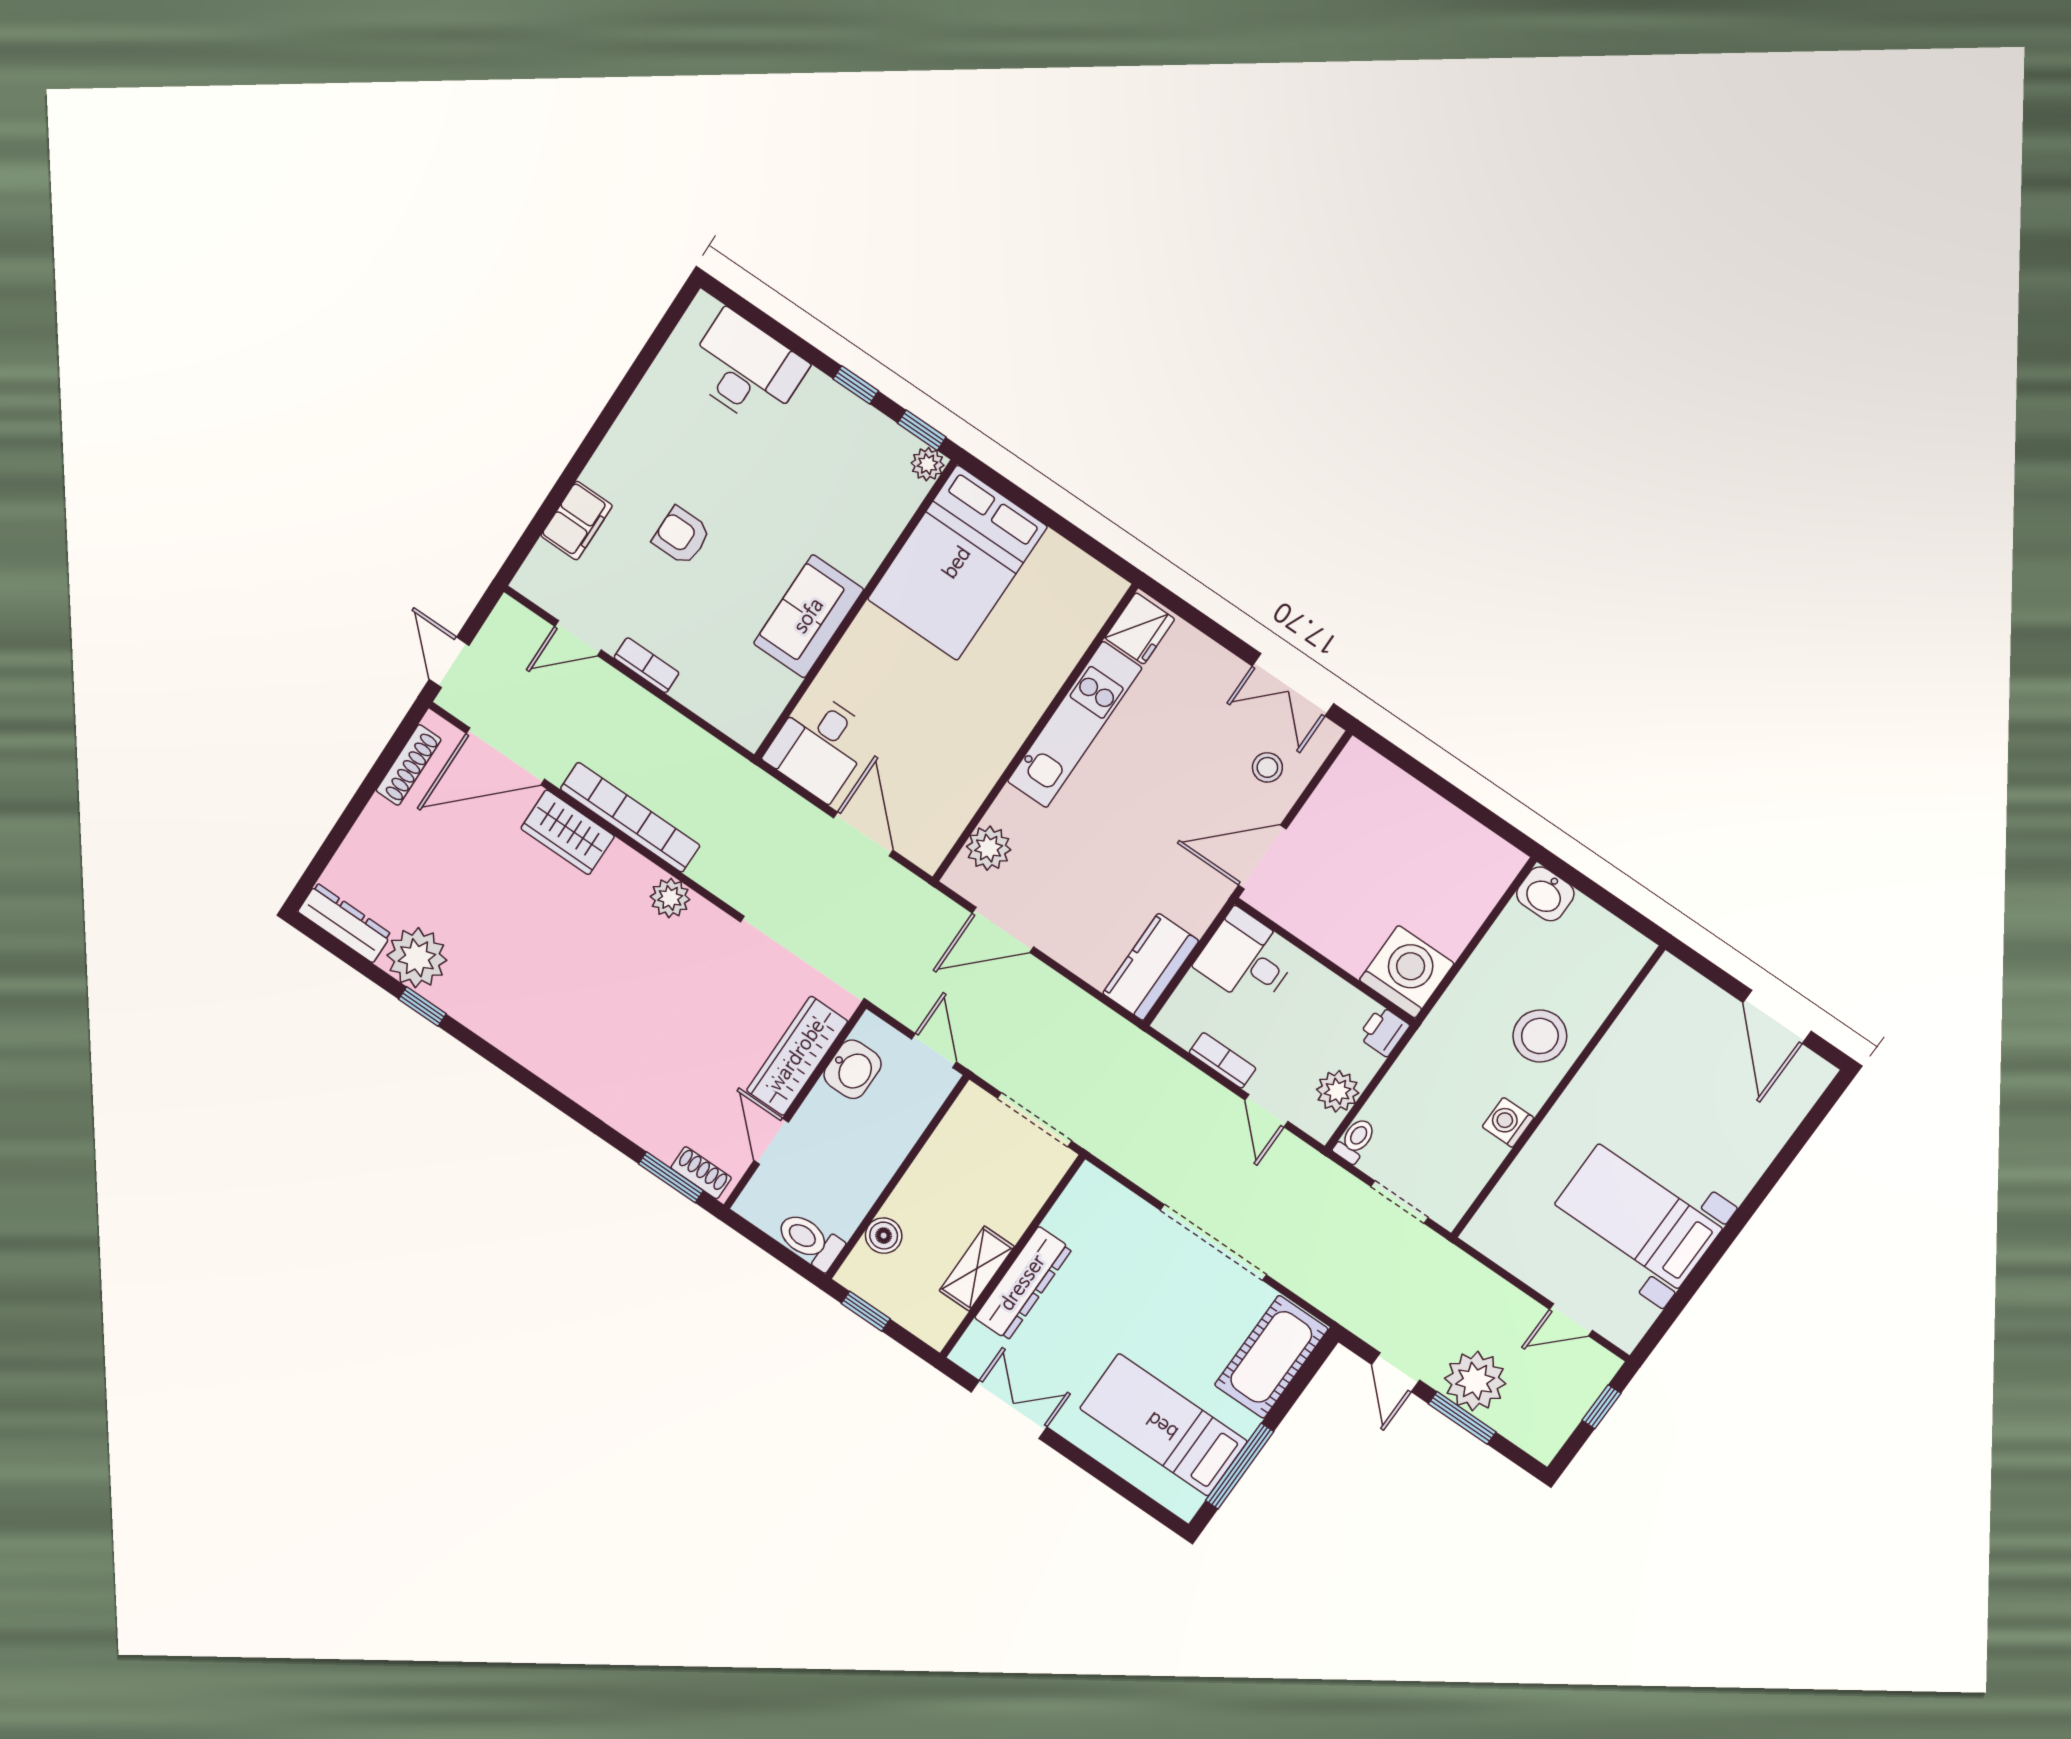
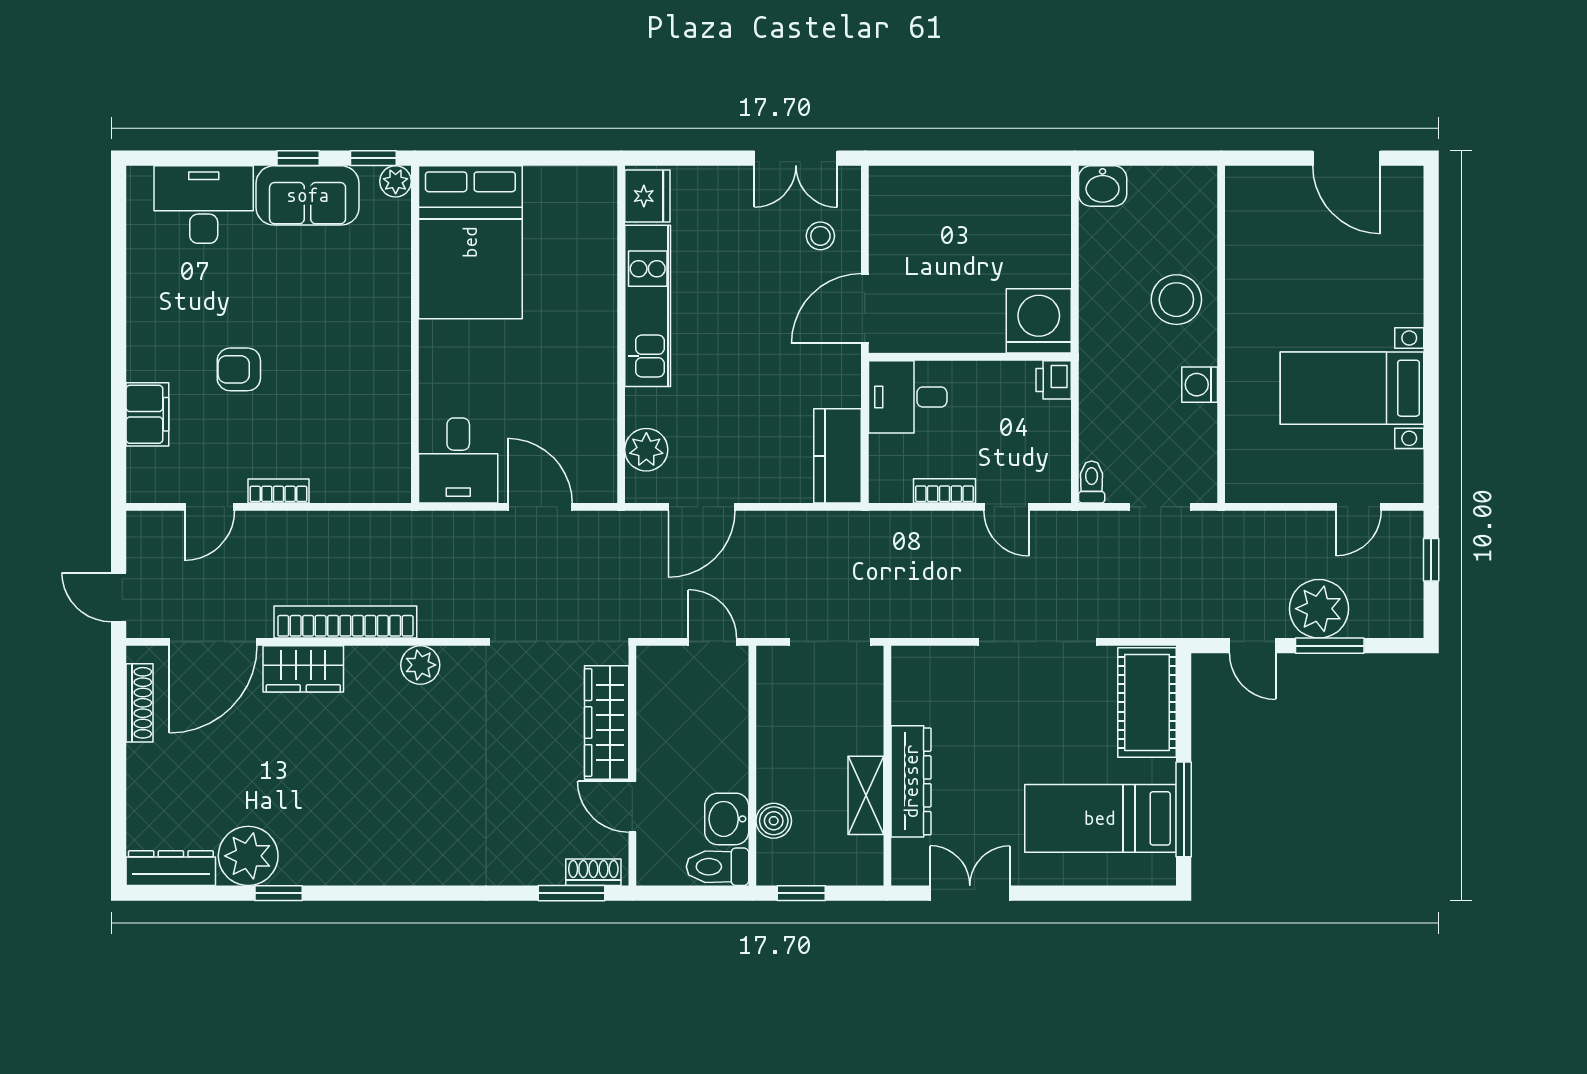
sofa: (809, 616) -> (308, 195), moved, turned -90
washbasin: (853, 1069) -> (727, 819), moved, turned 180
plant: (1338, 1091) -> (1051, 453), removed

